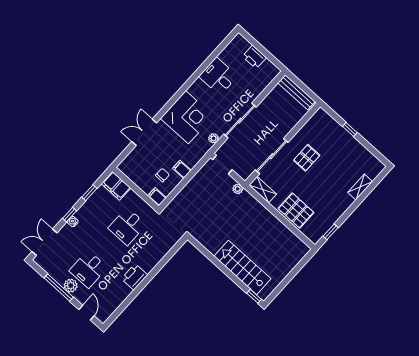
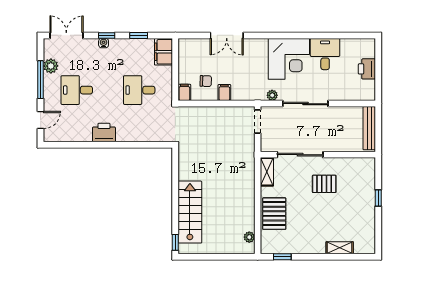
corner desk: (187, 117) -> (289, 59), moved
double door: (144, 132) -> (227, 35), swing flipped
plant: (238, 189) -> (249, 237), moved
plant: (71, 286) -> (51, 66), moved

